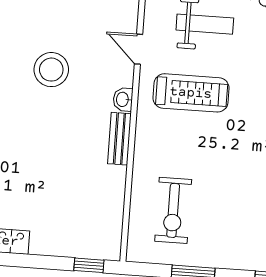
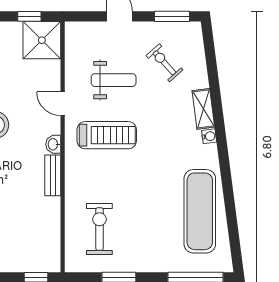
exercise bike: (173, 210) -> (99, 229), turned 180

